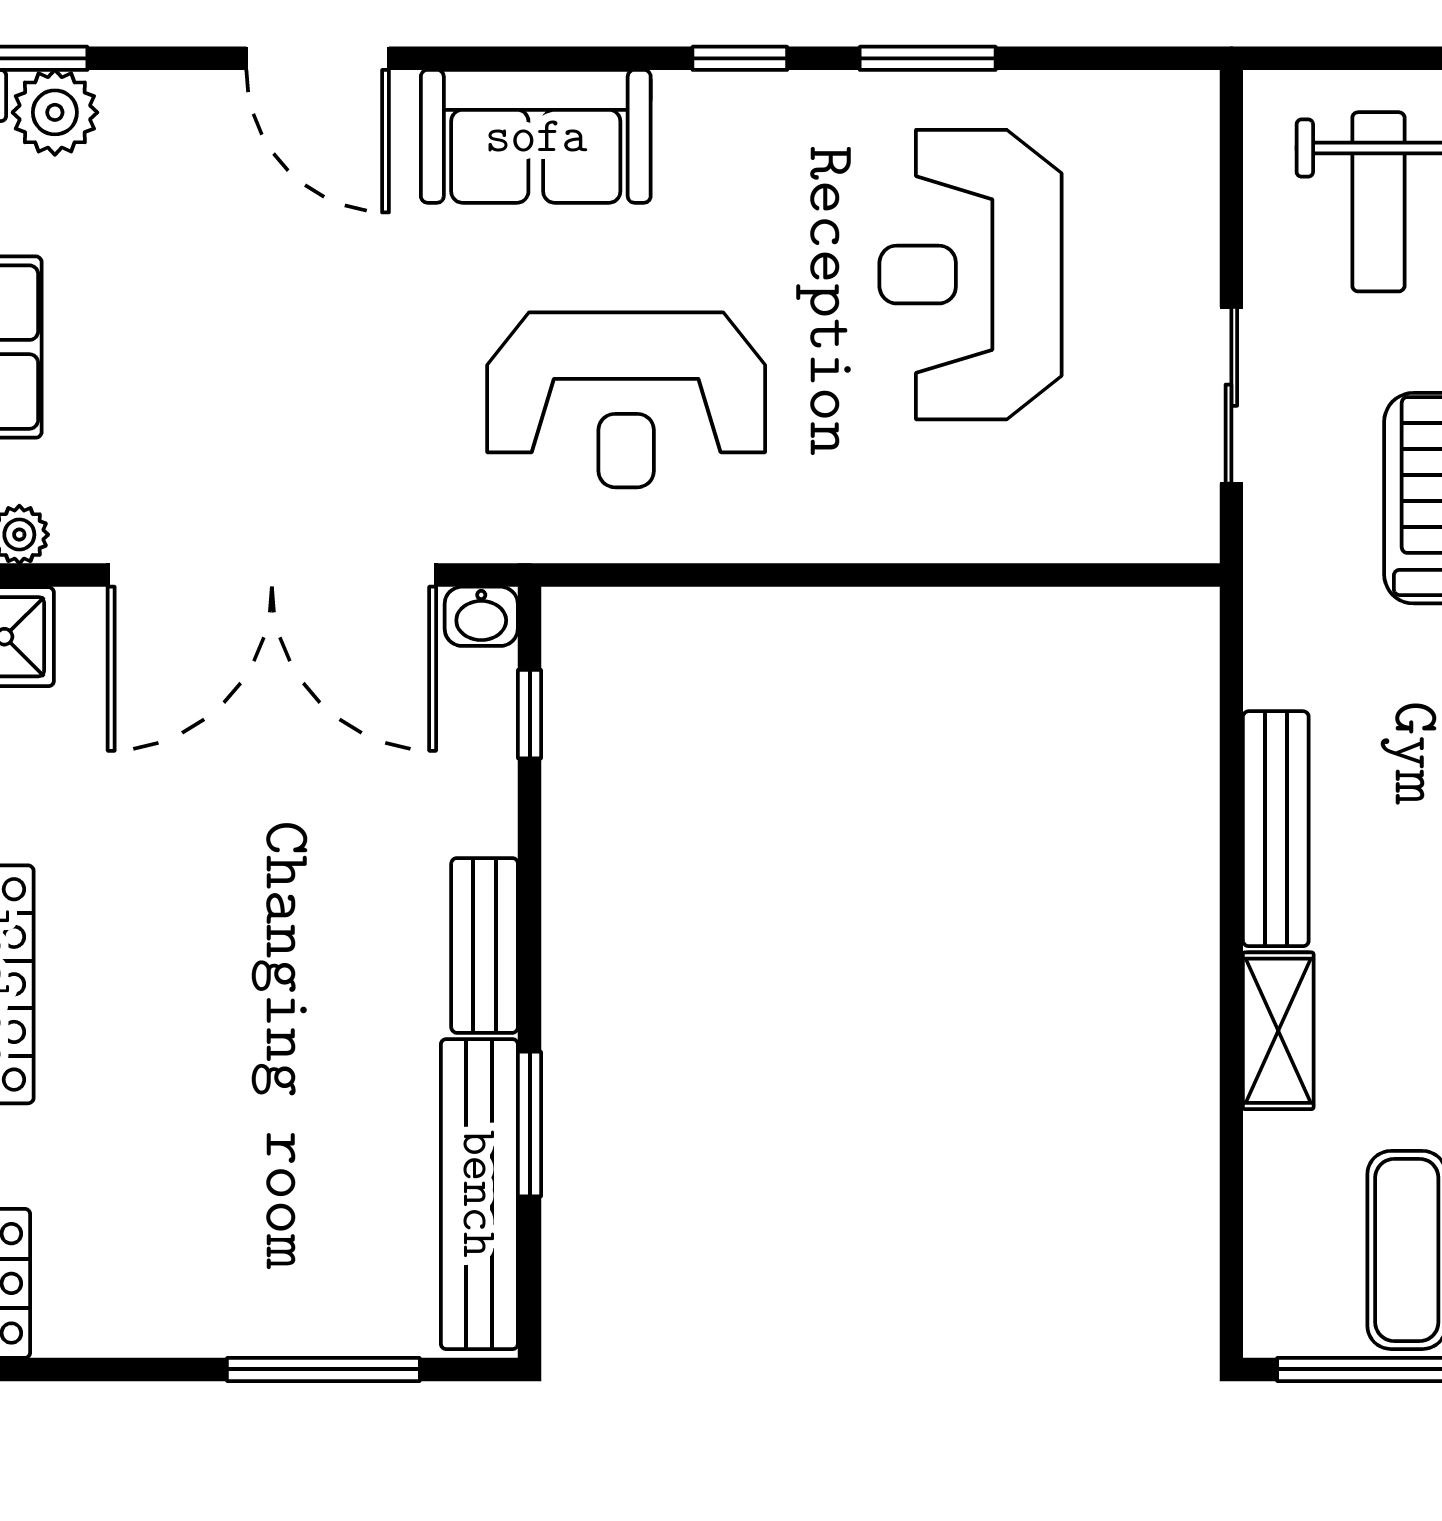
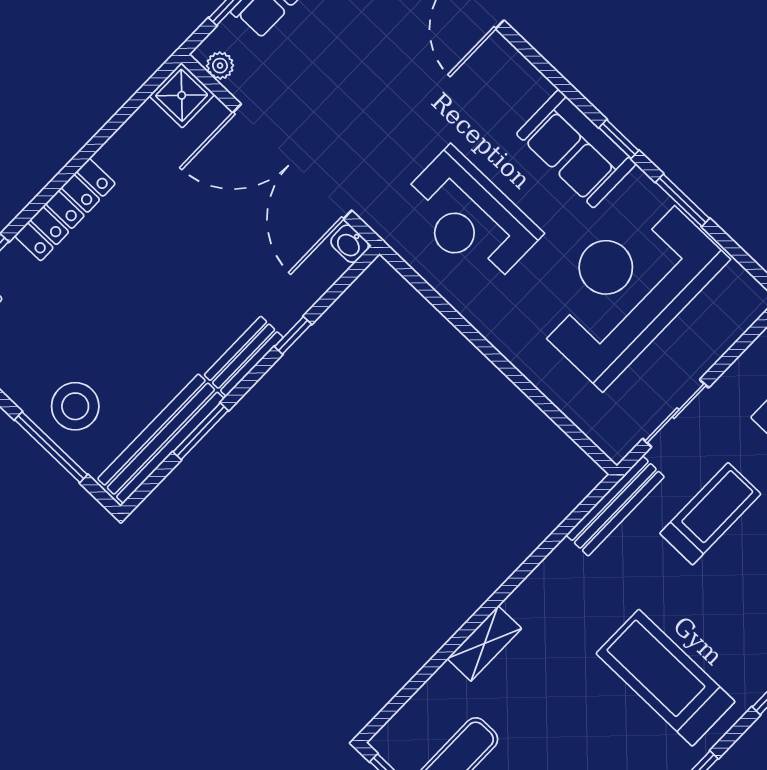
sofa: (536, 136) -> (576, 149), moved
reception desk: (971, 275) -> (627, 287), width x1.36, depth x1.30
window: (530, 714) -> (293, 335), moved
bench: (1276, 829) -> (615, 506), moved
stool: (300, 1271) -> (75, 406), added

